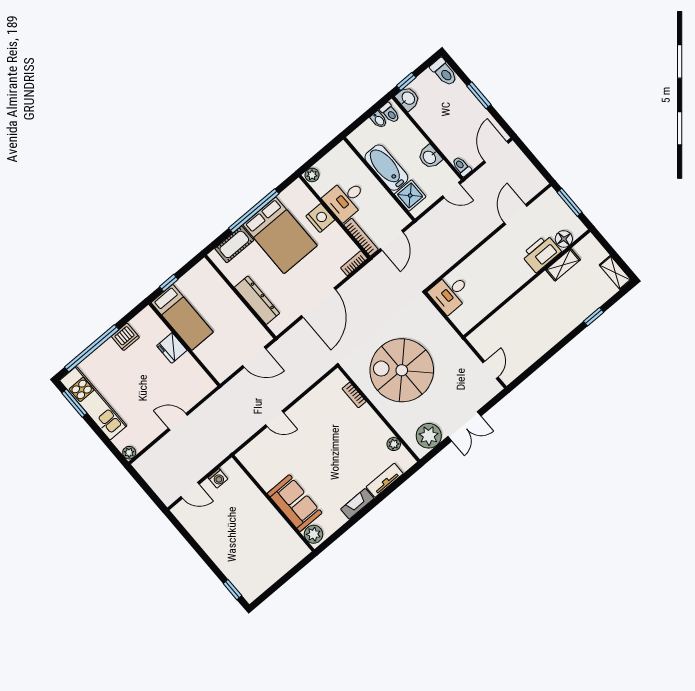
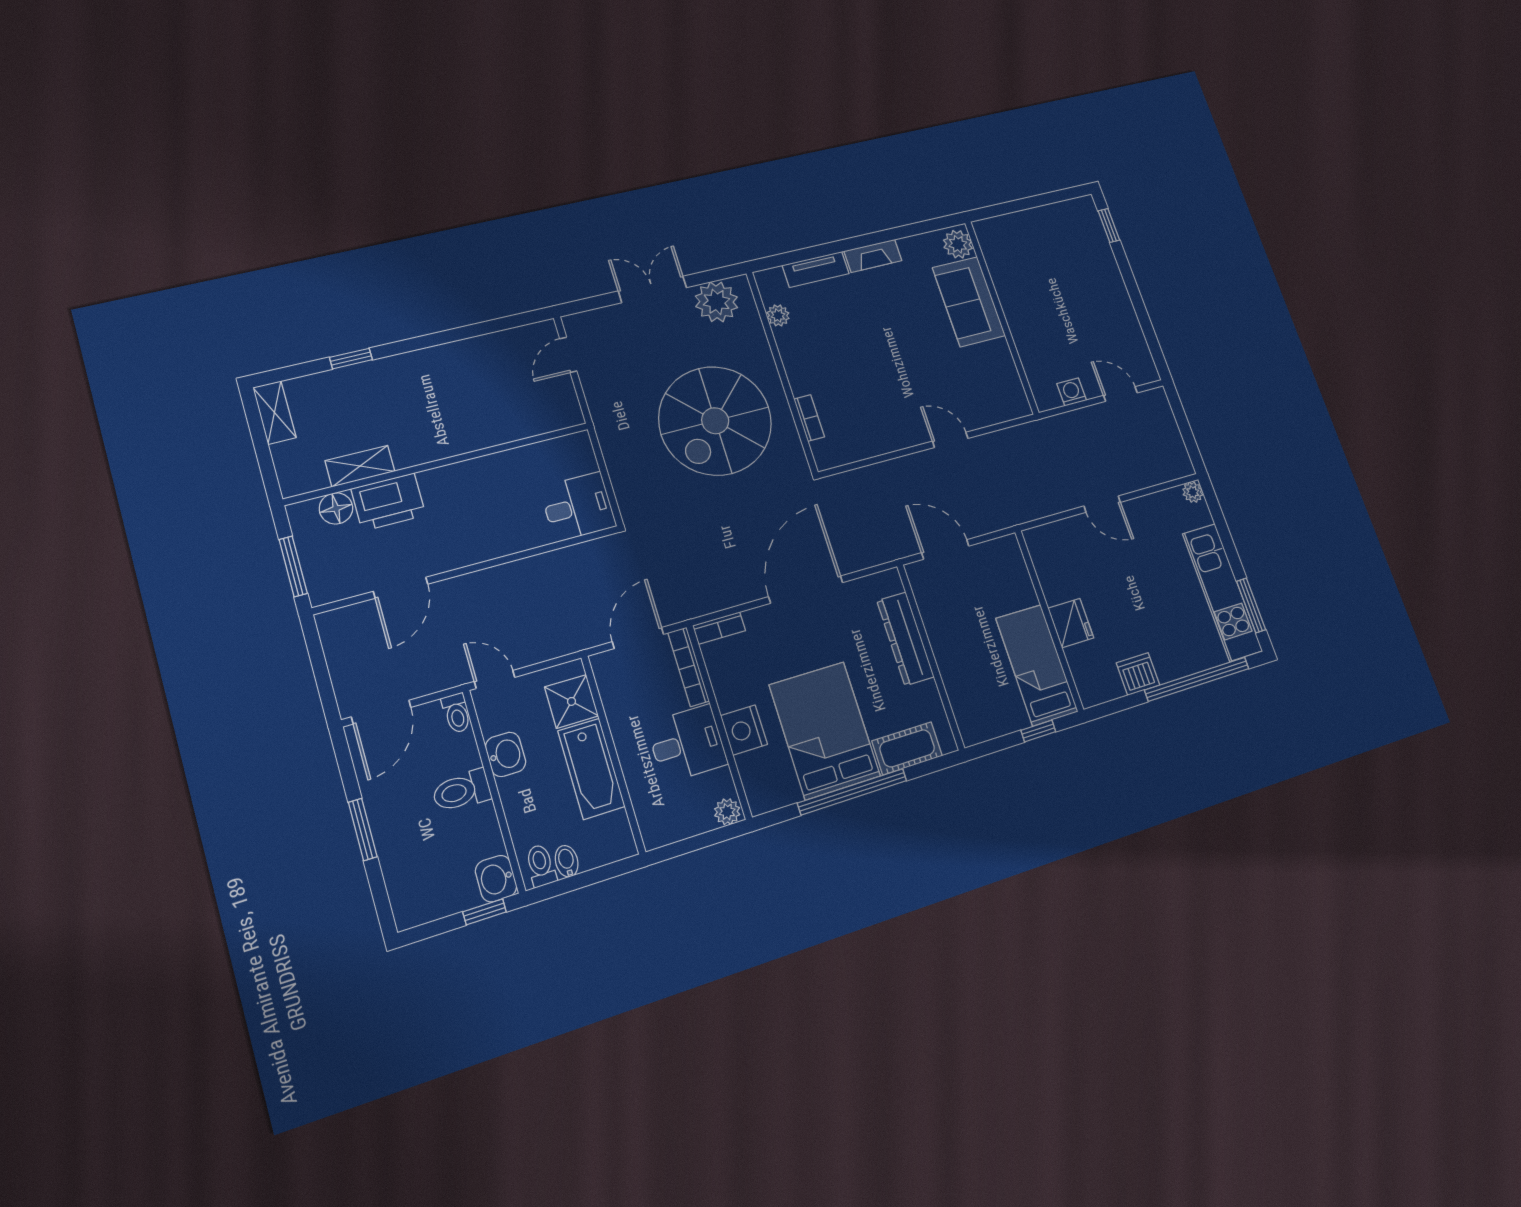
toilet: (444, 72) -> (462, 791), moved, turned -90
spiral stairs: (402, 370) -> (715, 421), turned 90

